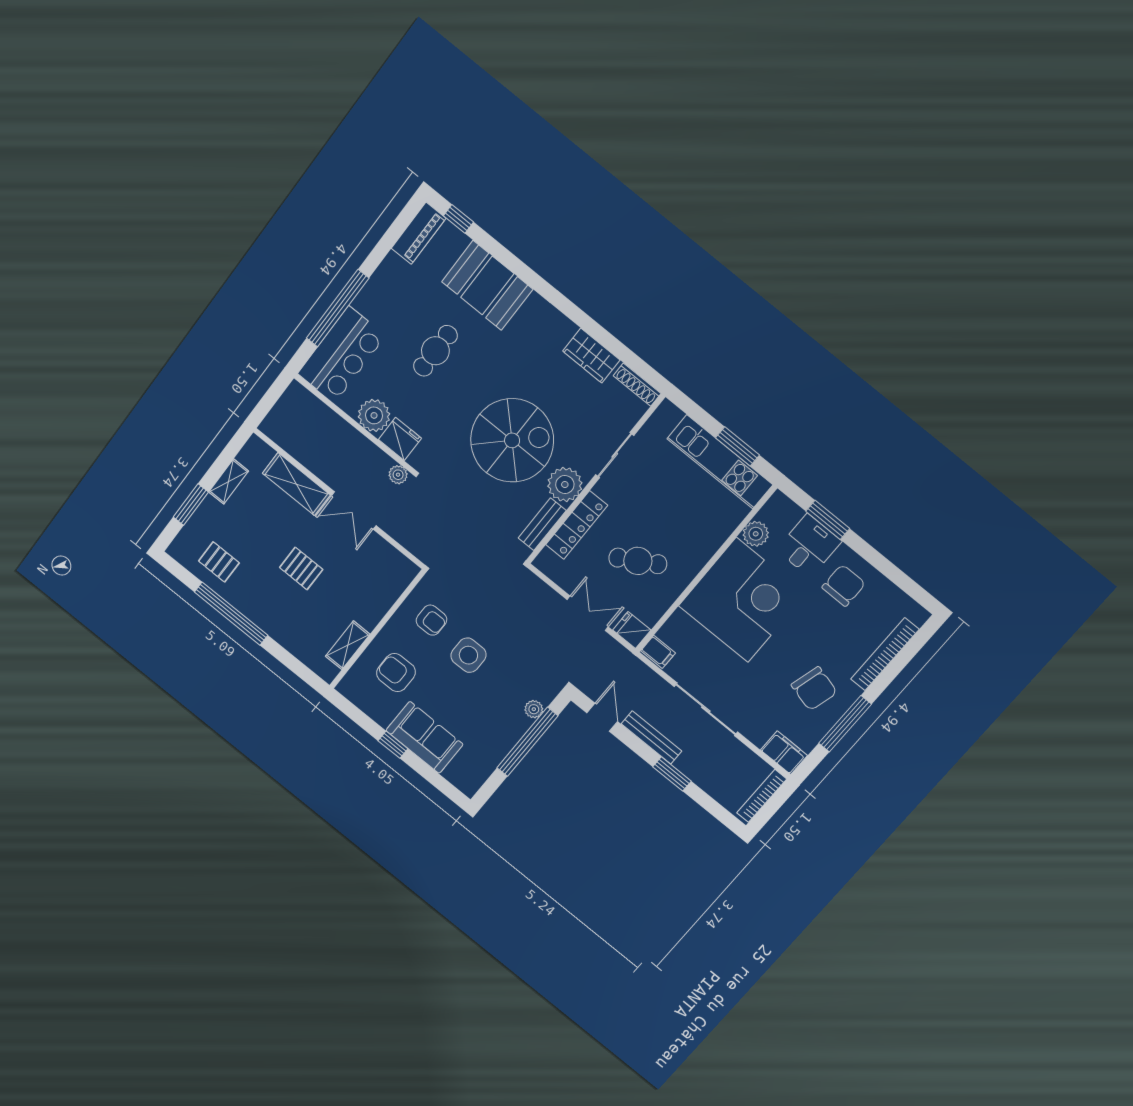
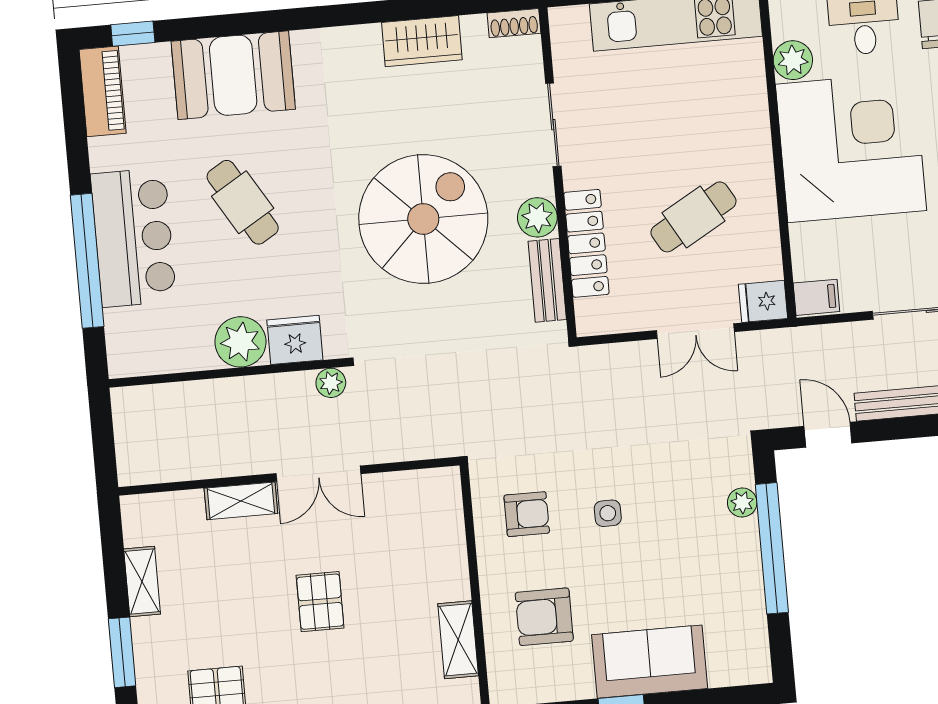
cafe table: (435, 351) -> (243, 202), turned -31
bar counter: (342, 355) -> (133, 238), moved
shoe rack: (637, 385) -> (514, 23), width x0.70
shelving: (296, 484) -> (241, 501), width x0.67, depth x0.75
plant: (565, 485) -> (537, 217), width x0.73, depth x0.73
pallet: (301, 568) -> (320, 602), turned 90
double door: (588, 613) -> (695, 331), swing flipped
side table: (468, 655) -> (608, 513), width x0.54, depth x0.54

